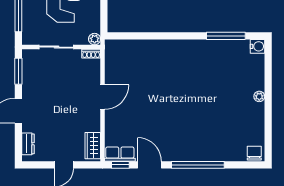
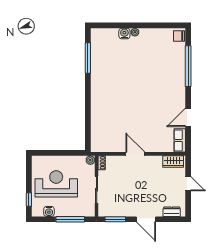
water cooler: (258, 46) -> (124, 34), moved
window: (120, 165) -> (188, 140), removed
window: (198, 165) -> (188, 66), moved

